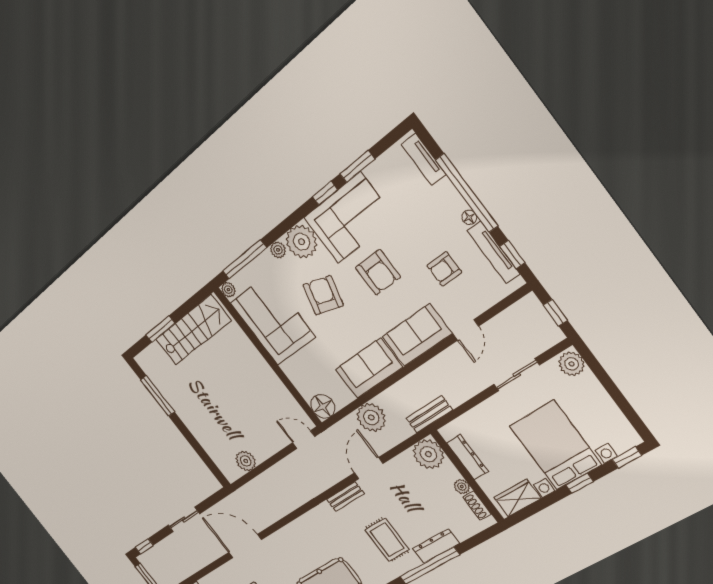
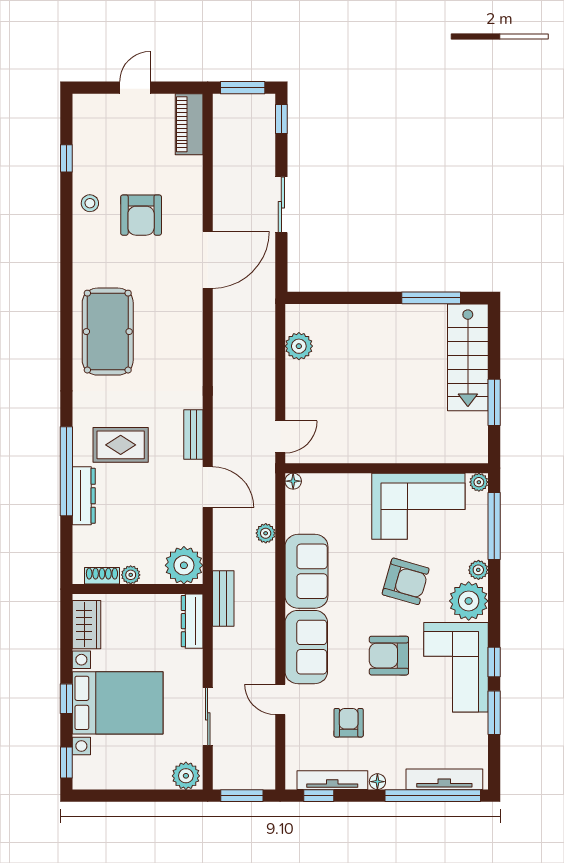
tv unit: (423, 159) -> (444, 779), width x1.41
window: (467, 193) -> (433, 796), moved
window: (555, 313) -> (242, 796), width x1.50
window: (160, 329) -> (494, 402), moved
stairs: (193, 330) -> (468, 357), moved
floor lamp: (323, 406) -> (293, 481), width x0.53, depth x0.53
plant: (371, 417) -> (266, 533), width x0.53, depth x0.53
dresser: (467, 457) -> (192, 621), moved, turned 90

